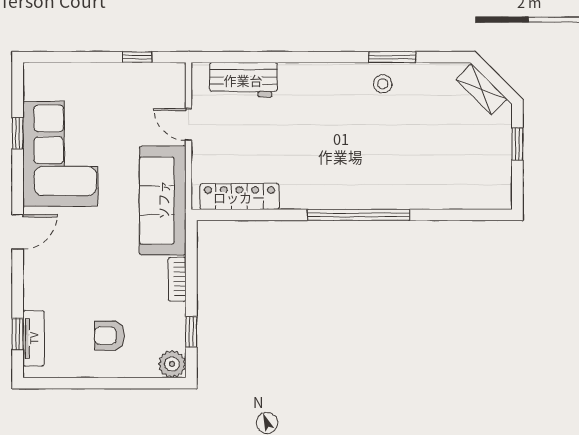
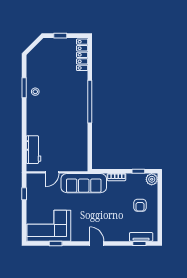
shelving: (482, 89) -> (38, 51), removed
corner sofa: (60, 154) -> (49, 226), moved
locker: (239, 197) -> (82, 55), moved

